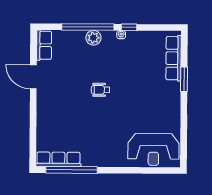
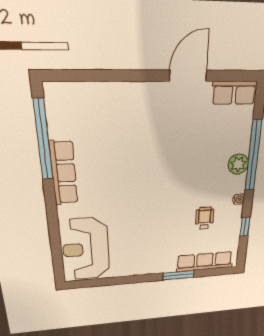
window: (129, 27) -> (245, 227), moved
wheelchair: (101, 90) -> (205, 218), moved
row of seats: (58, 159) -> (64, 173), moved

